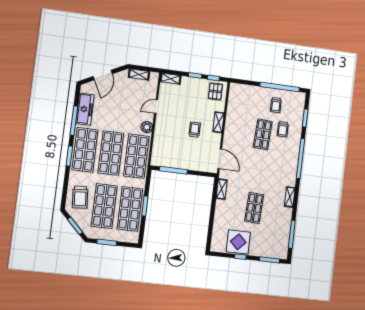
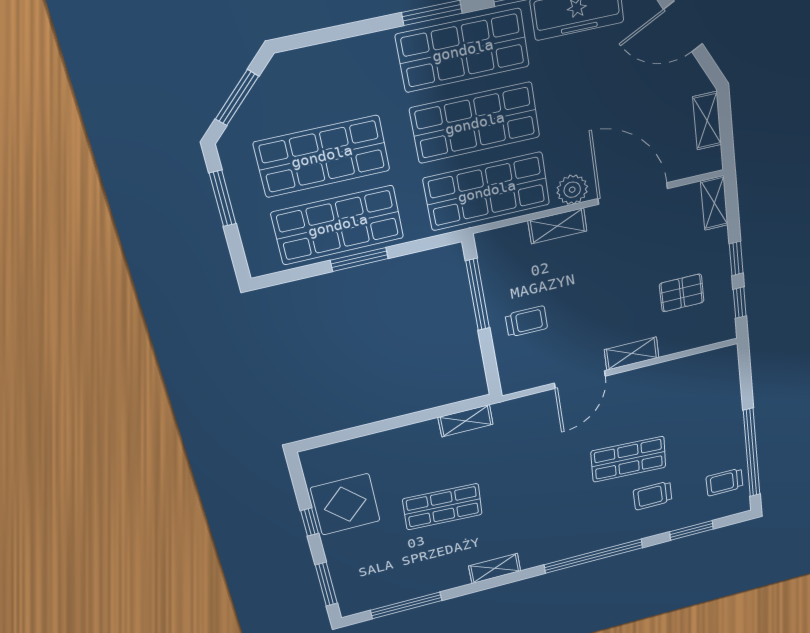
pallet: (215, 91) -> (682, 293), moved
trolley: (276, 105) -> (724, 482), moved
door: (156, 106) -> (633, 194), width x1.87
trolley: (195, 130) -> (526, 321), moved
shelving: (158, 136) -> (557, 226), added
door: (220, 159) -> (580, 380), moved
trolley: (80, 197) -> (324, 83), removed

